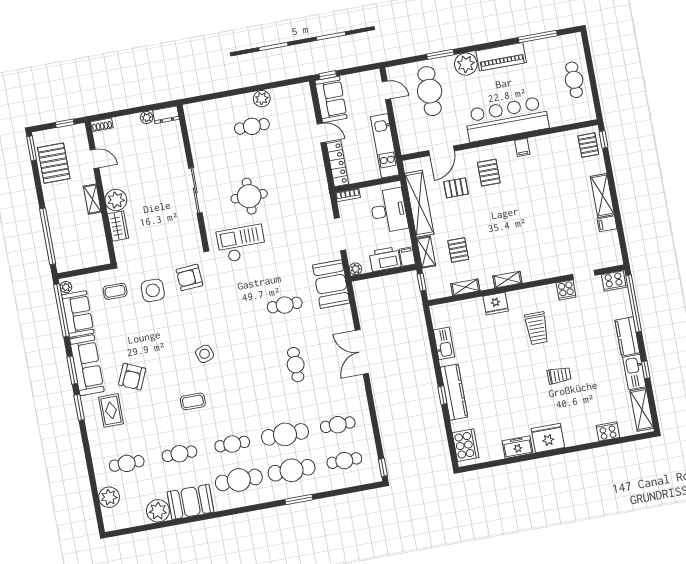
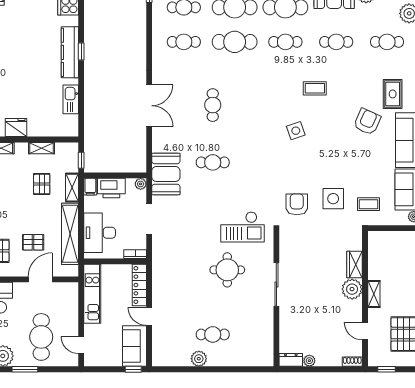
armchair: (189, 277) -> (297, 204), turned -86

